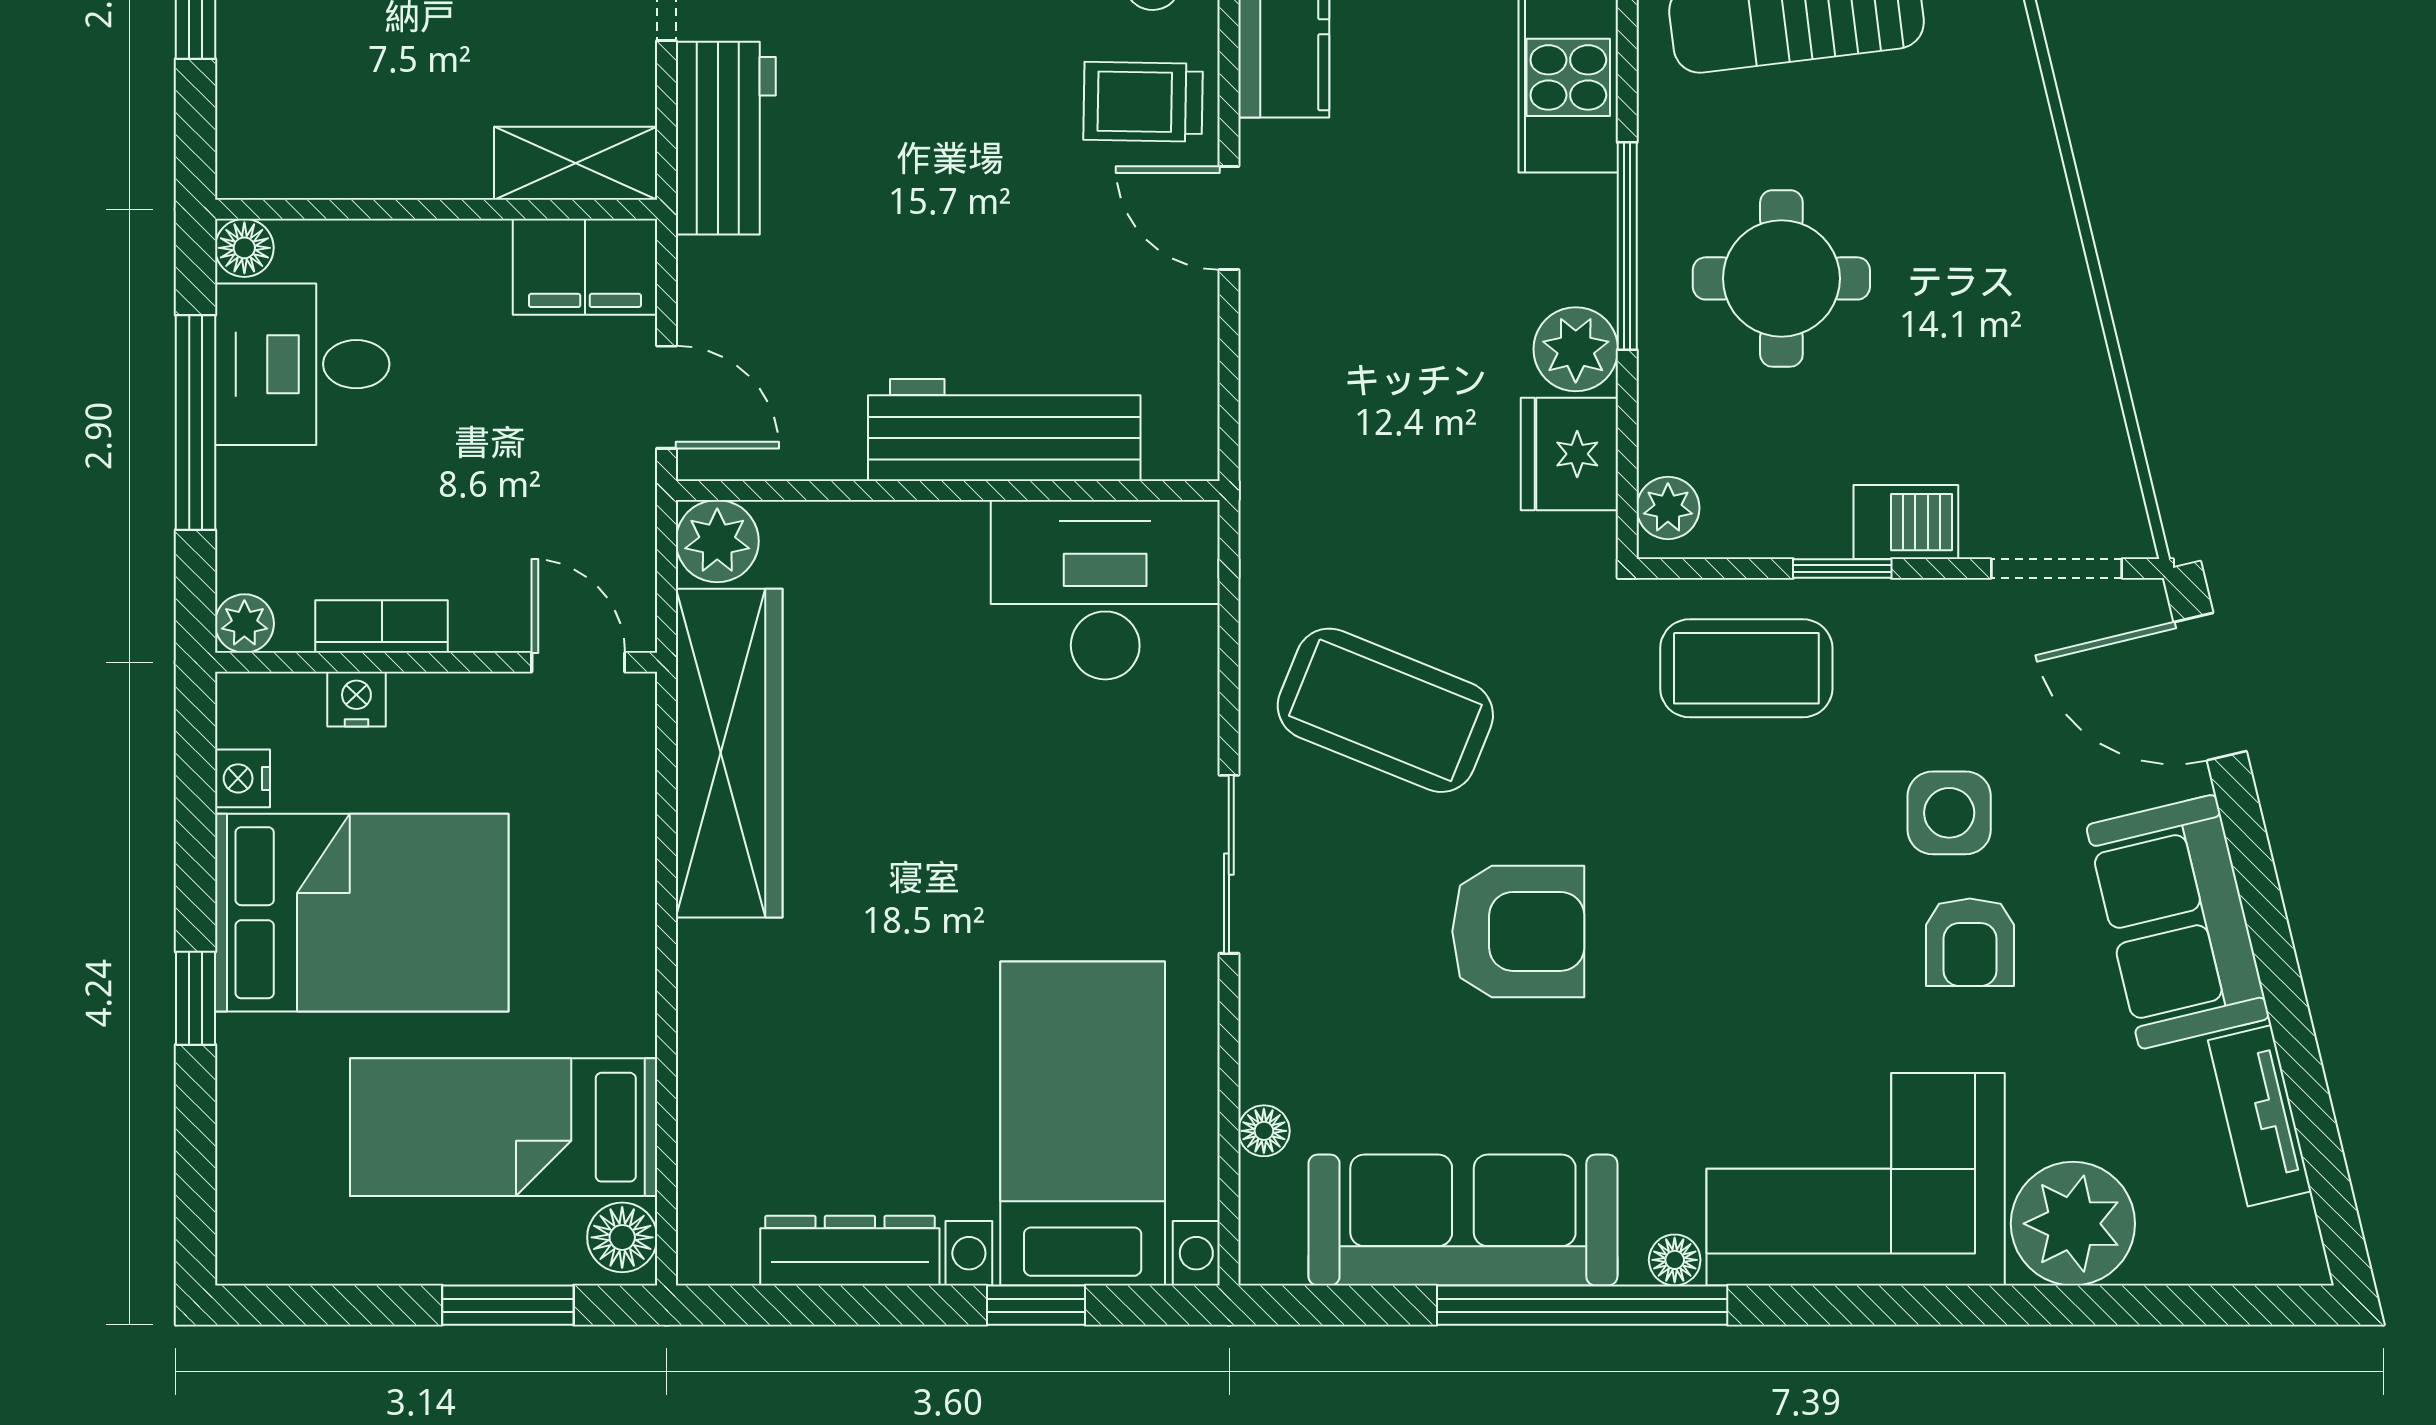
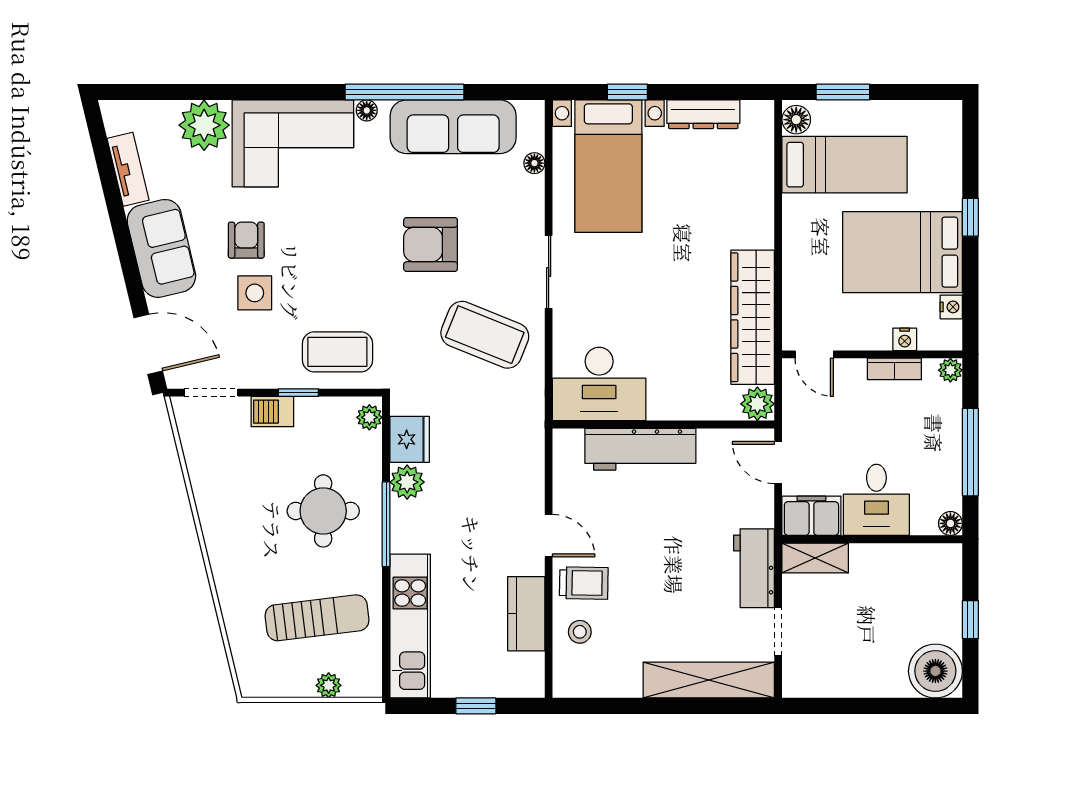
desk: (302, 364) -> (876, 500), moved, turned 90

